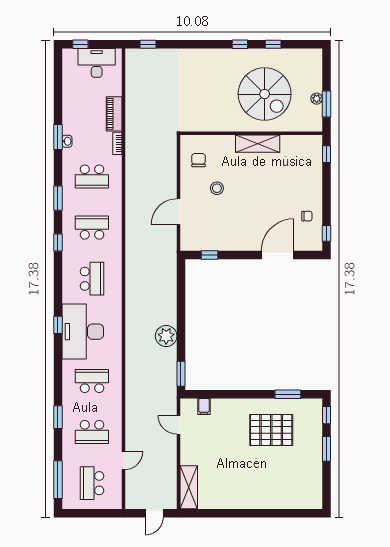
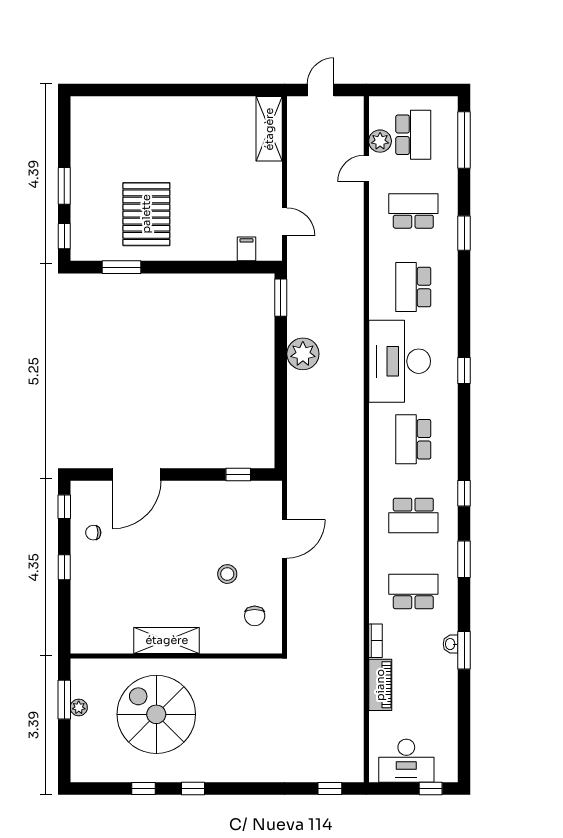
window: (326, 154) -> (64, 567), moved
desk: (83, 332) -> (400, 361), moved, turned 180
school desk: (92, 381) -> (413, 287), turned 90
pallet: (271, 430) -> (146, 214), turned 90
plant: (114, 479) -> (380, 141), added

